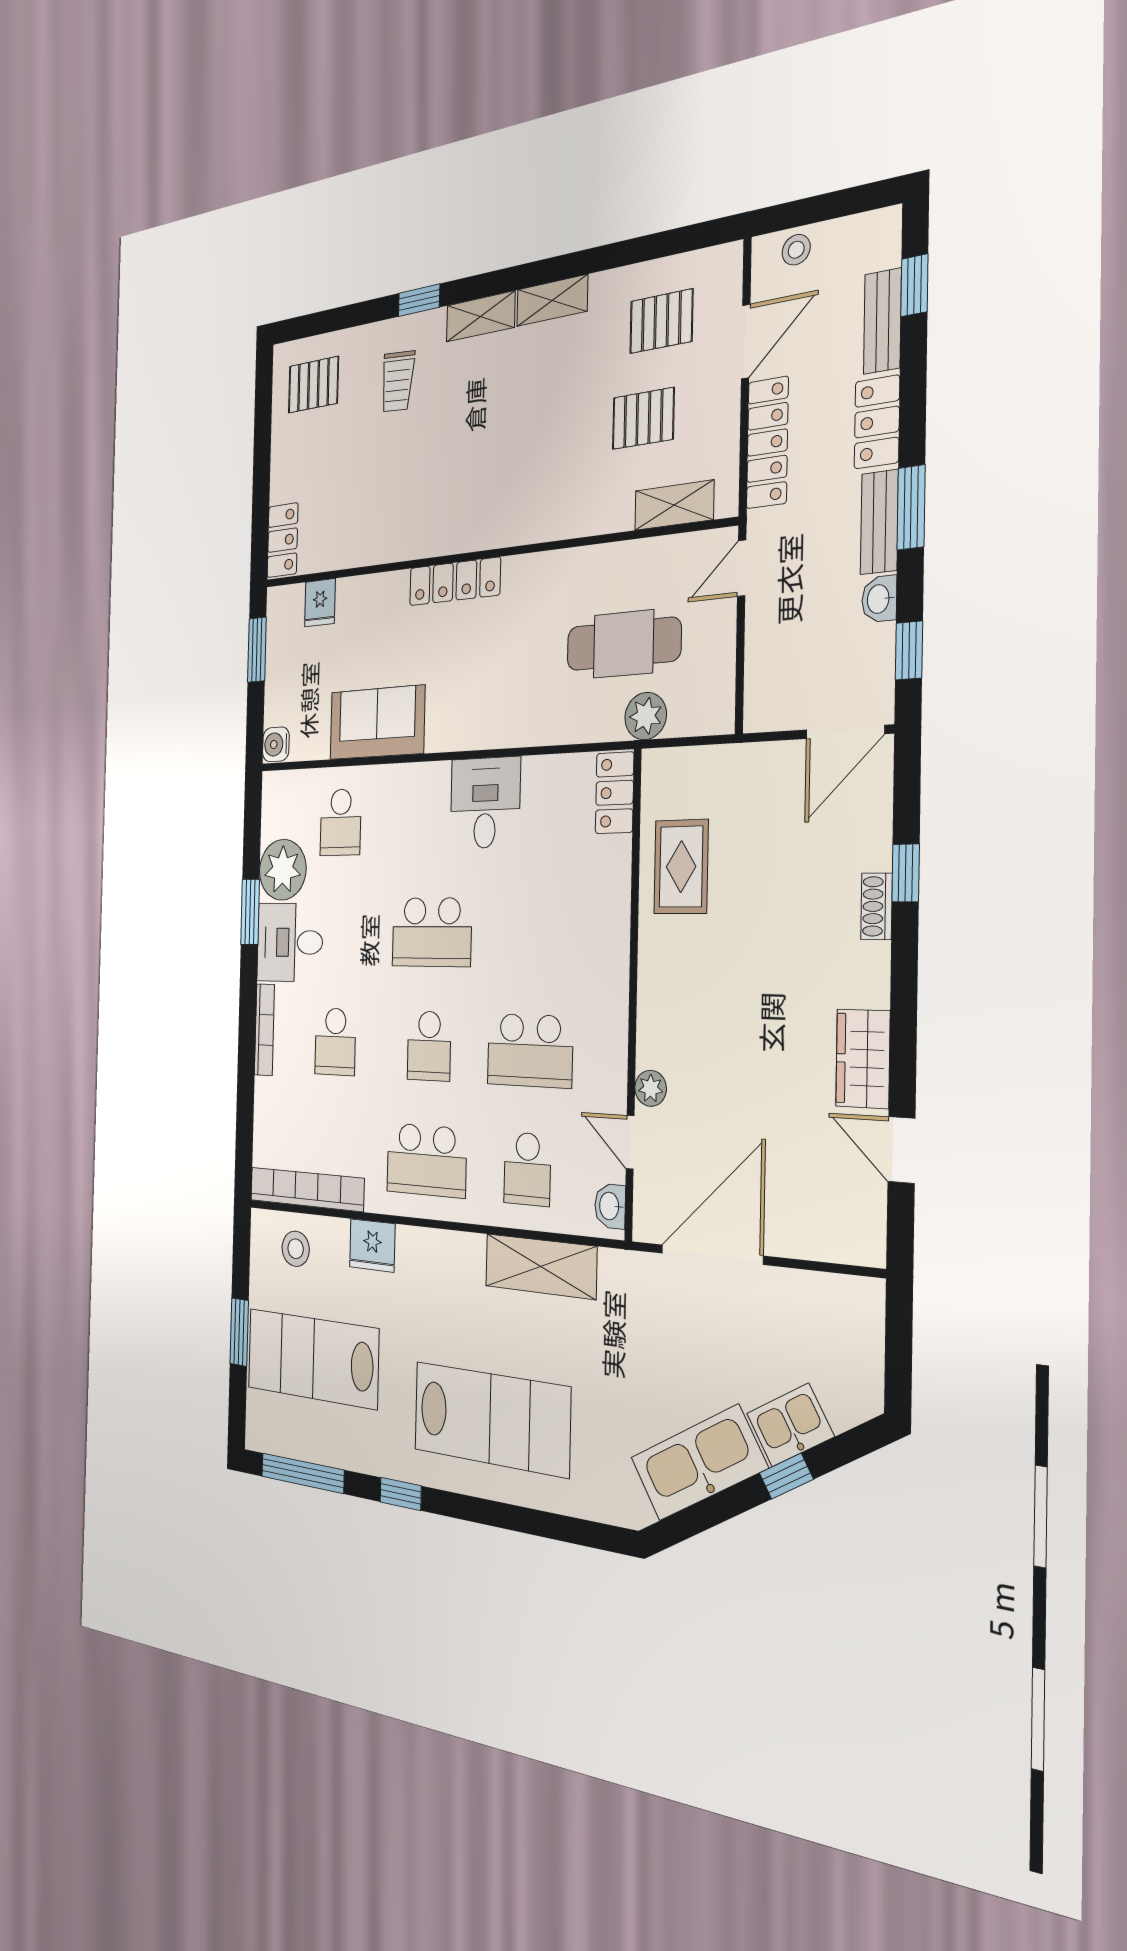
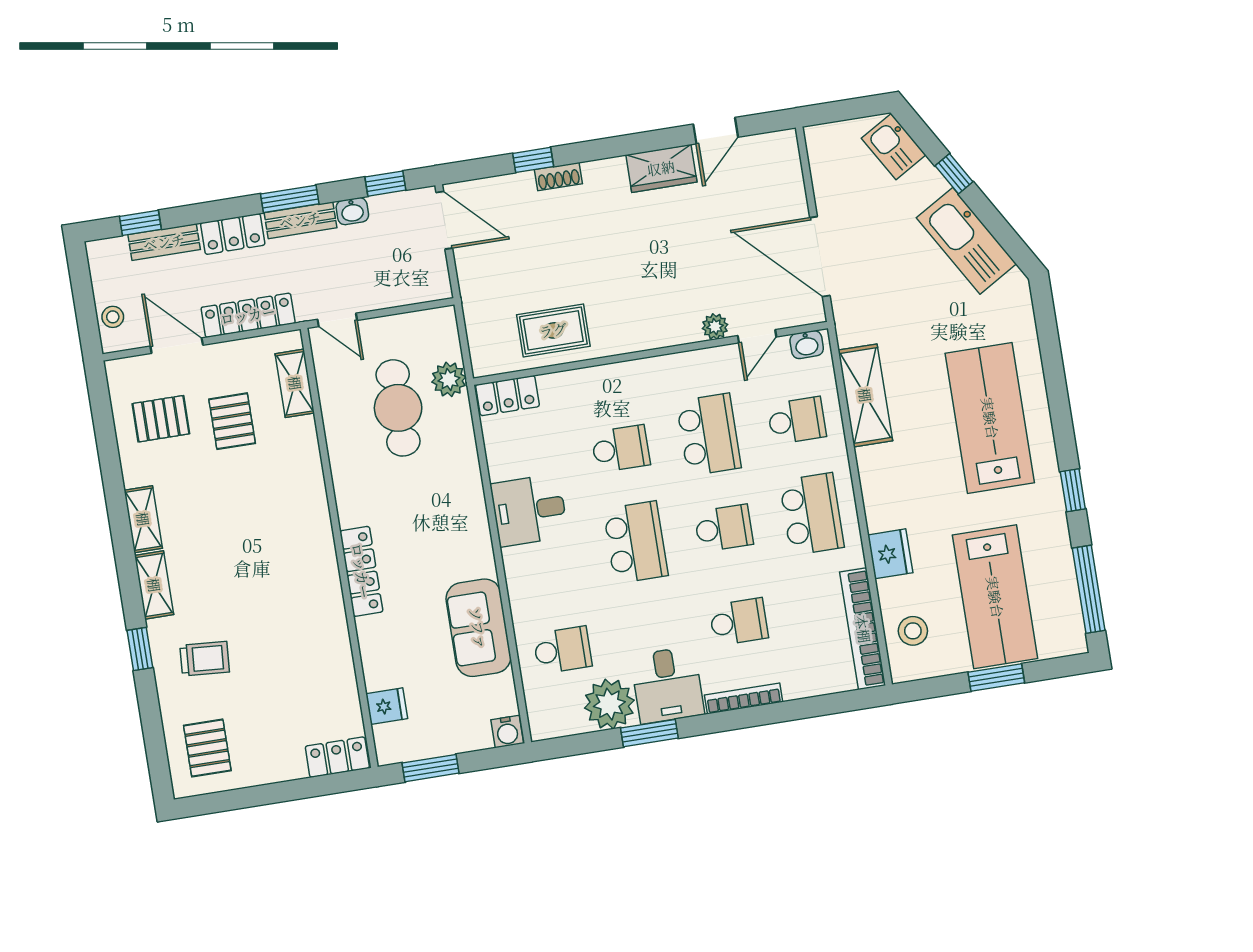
pallet: (661, 321) -> (161, 419), turned 90
school desk: (532, 932) -> (621, 449), added
kitchen sink: (790, 1425) -> (894, 147), moved

